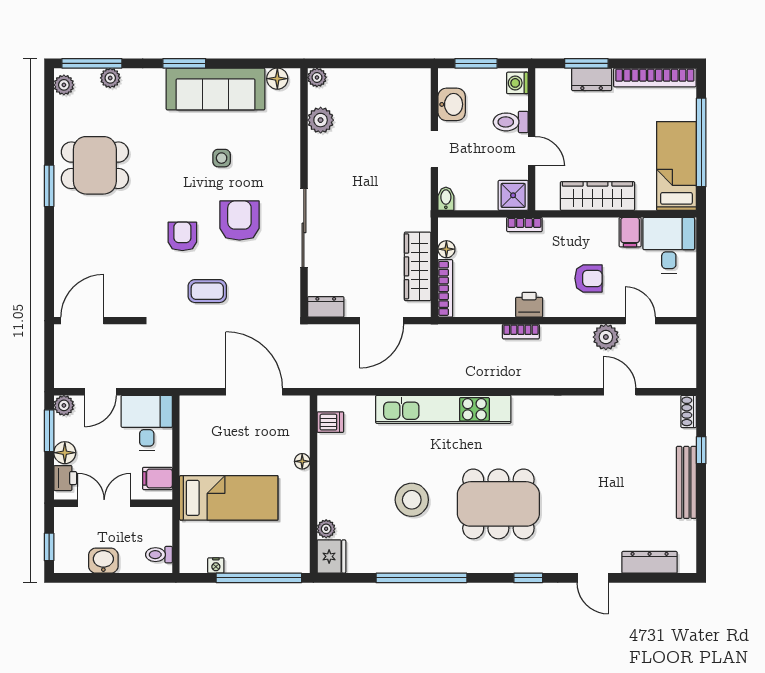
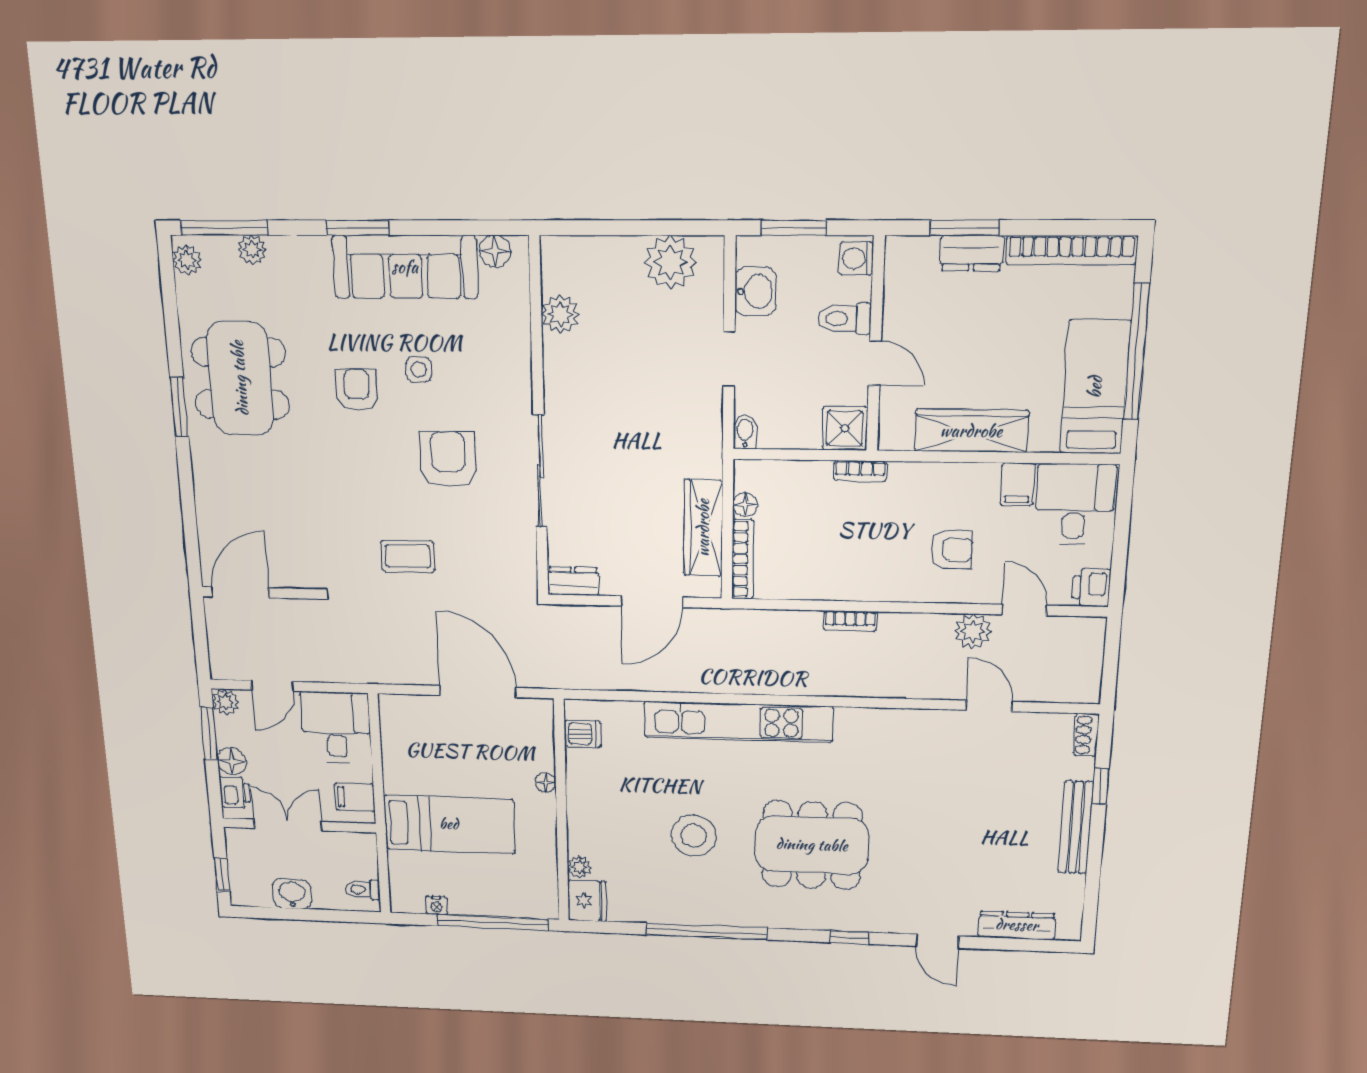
plant: (317, 77) -> (670, 262), moved, width x1.88, depth x1.88
dining table: (95, 165) -> (240, 378), width x1.38
armchair: (182, 236) -> (357, 390), moved
printer: (529, 305) -> (1091, 588), moved, turned -90

